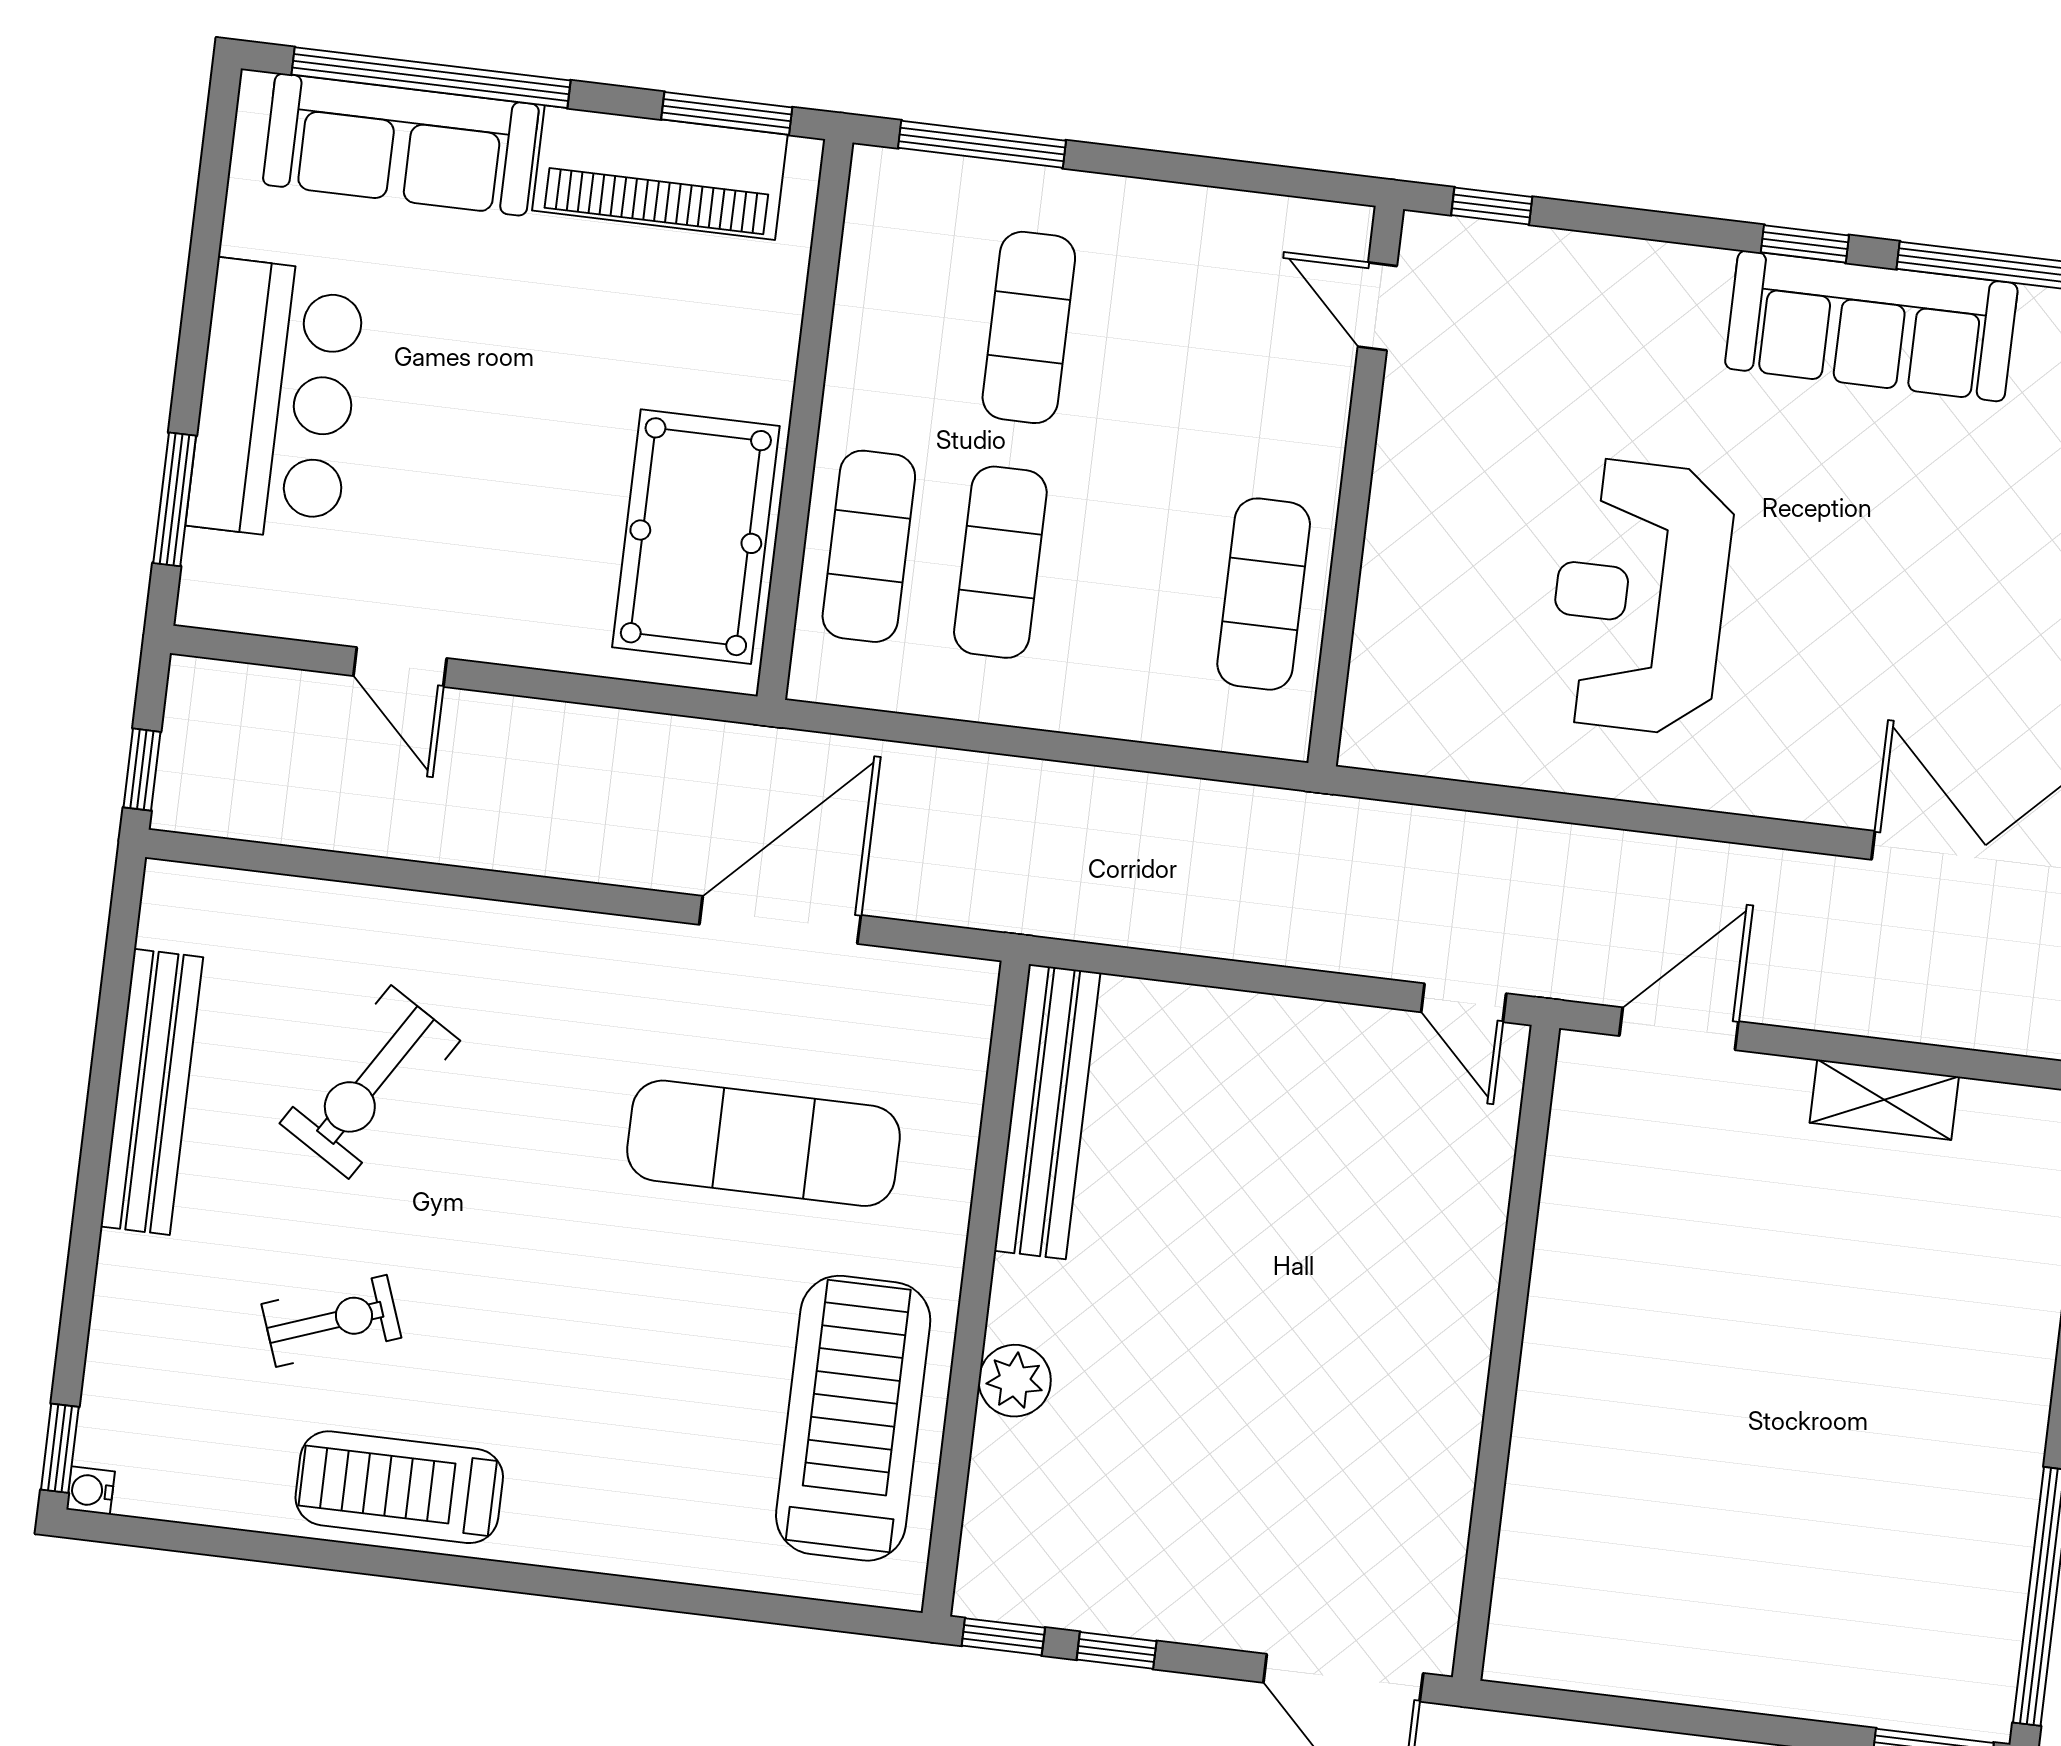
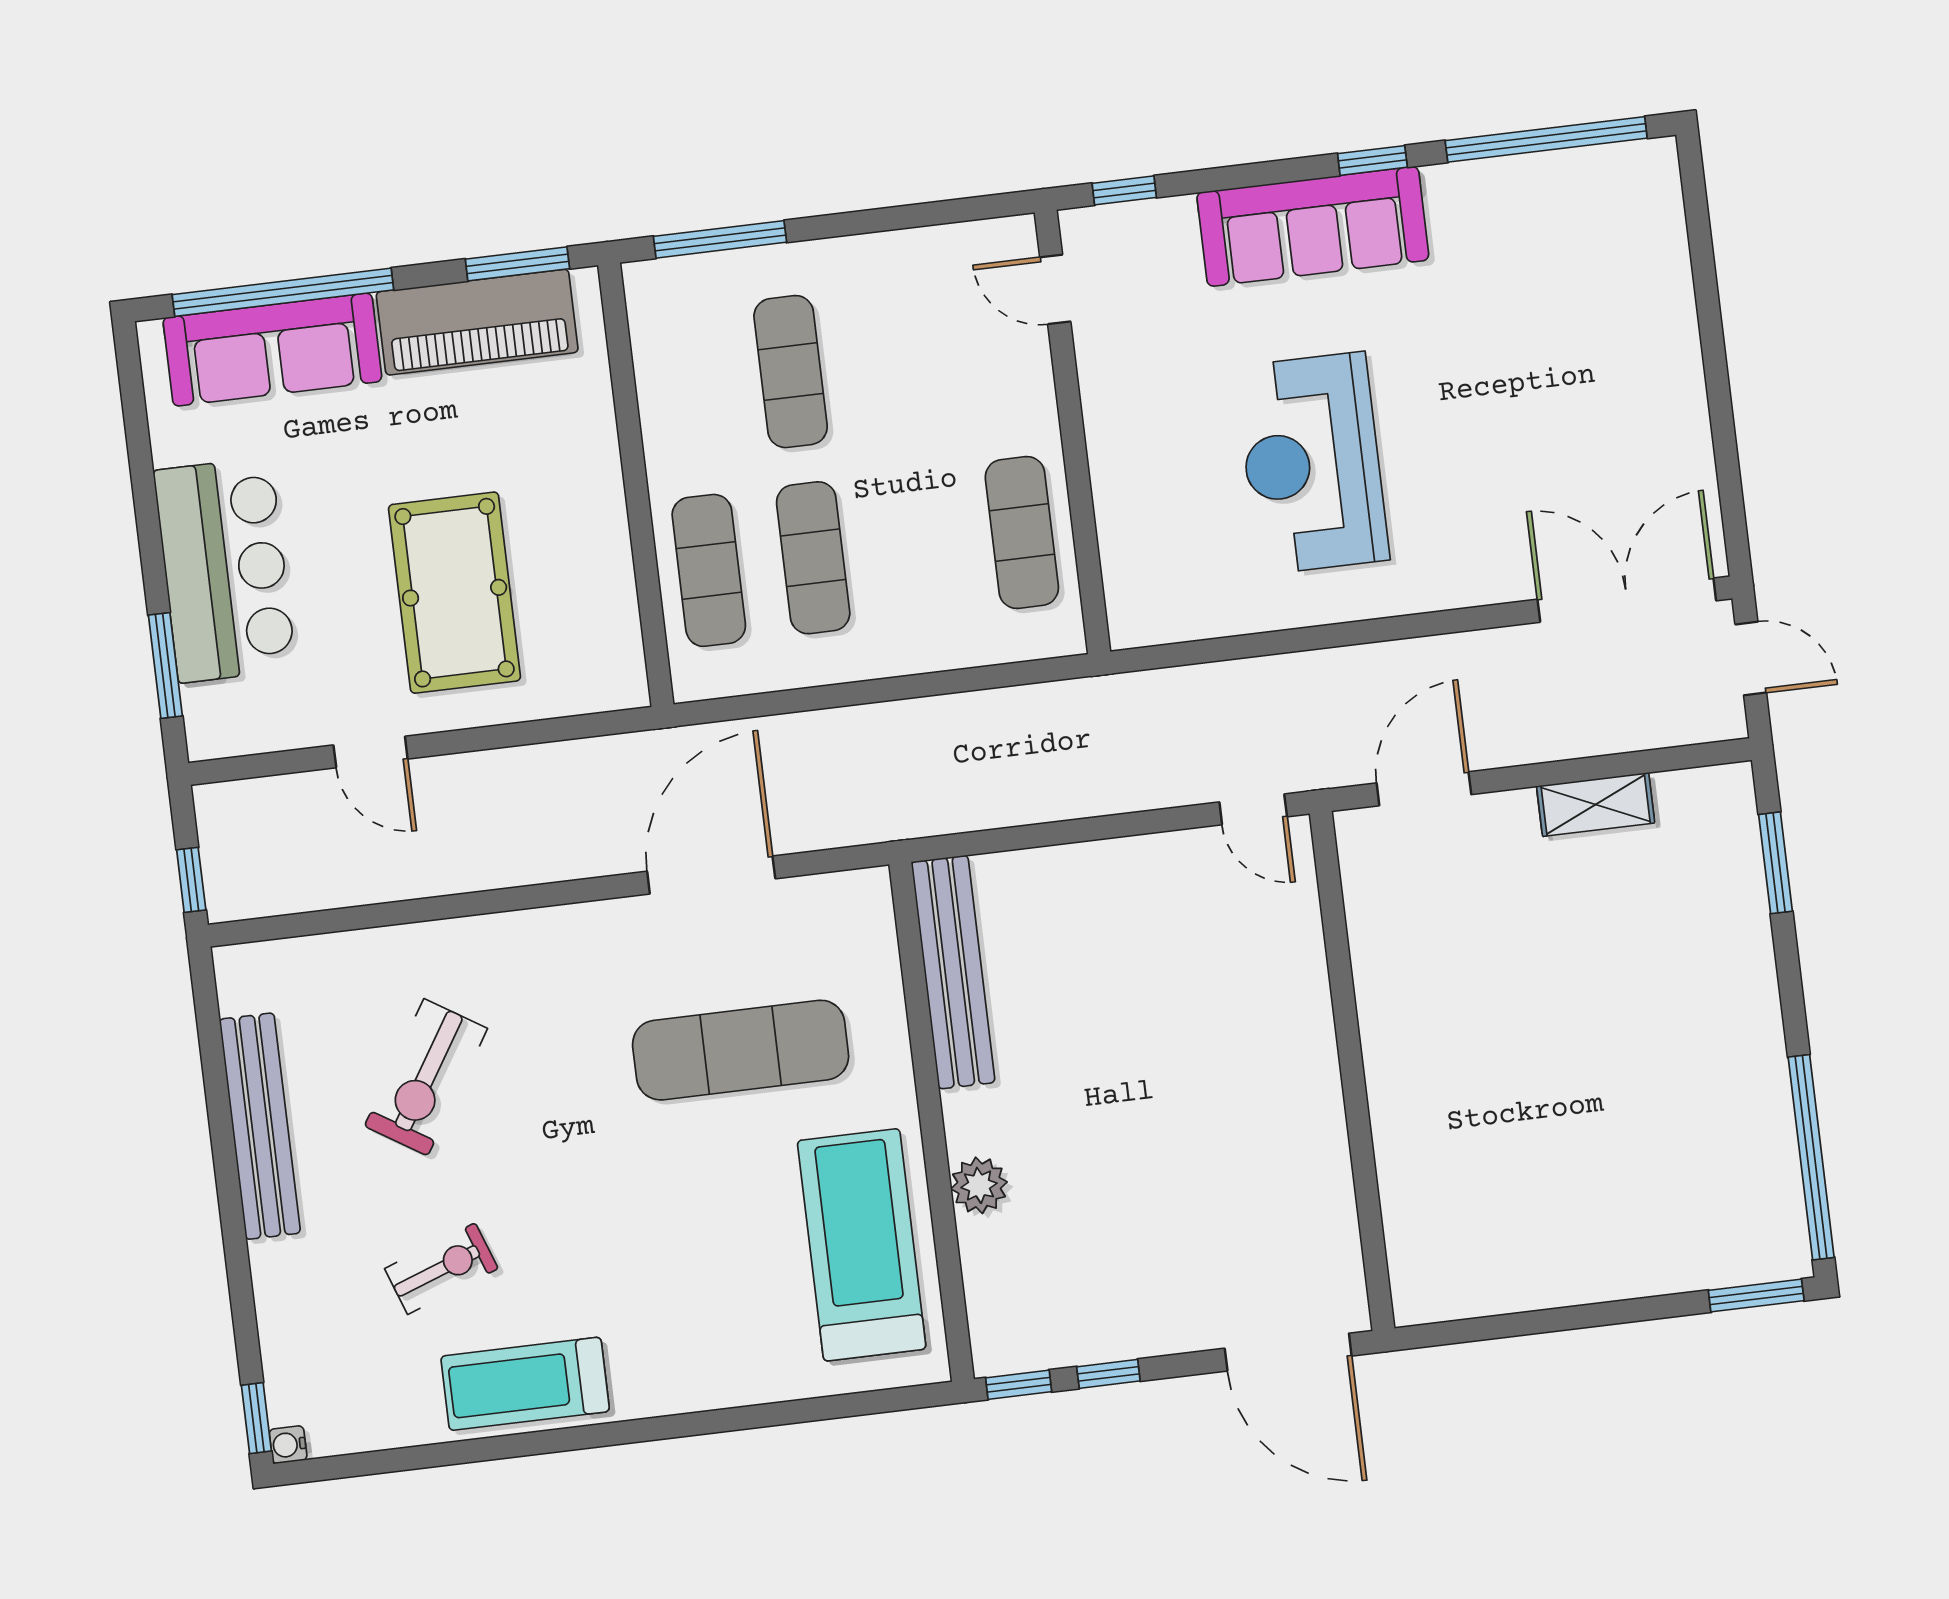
sofa: (1871, 326) -> (1313, 226), moved
pool table: (696, 537) -> (455, 593), moved

